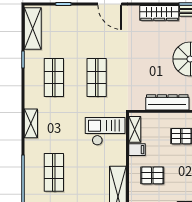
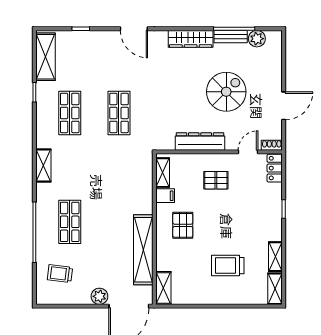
checkout: (105, 131) -> (129, 175), removed
pallet: (152, 175) -> (183, 225), turned 90

